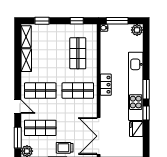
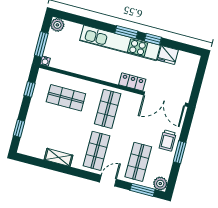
shelving: (26, 37) -> (32, 151), removed
locker: (106, 85) -> (132, 82), moved

